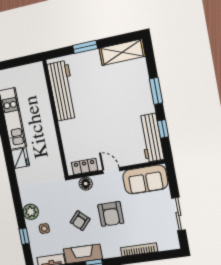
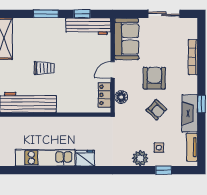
trolley: (100, 100) -> (44, 68), added
armchair: (111, 214) -> (154, 78), turned -90

